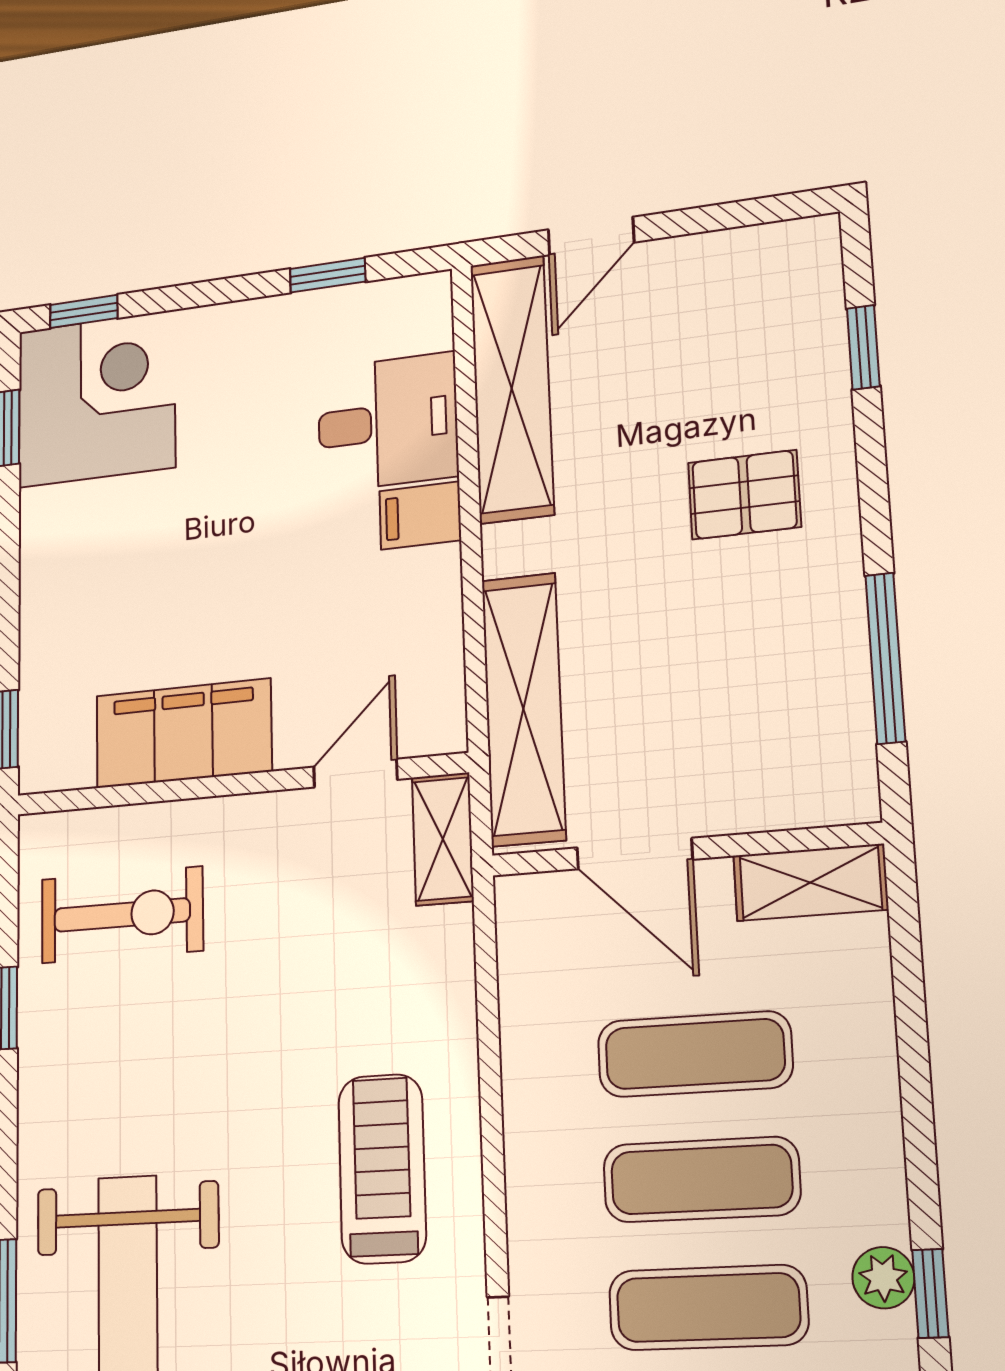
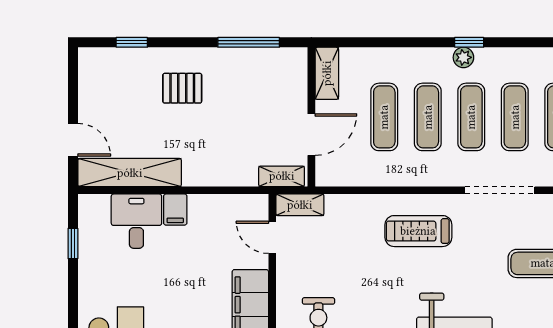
pallet: (744, 495) -> (182, 88), turned 90
shelving: (523, 709) -> (282, 176), width x0.45, depth x0.75

